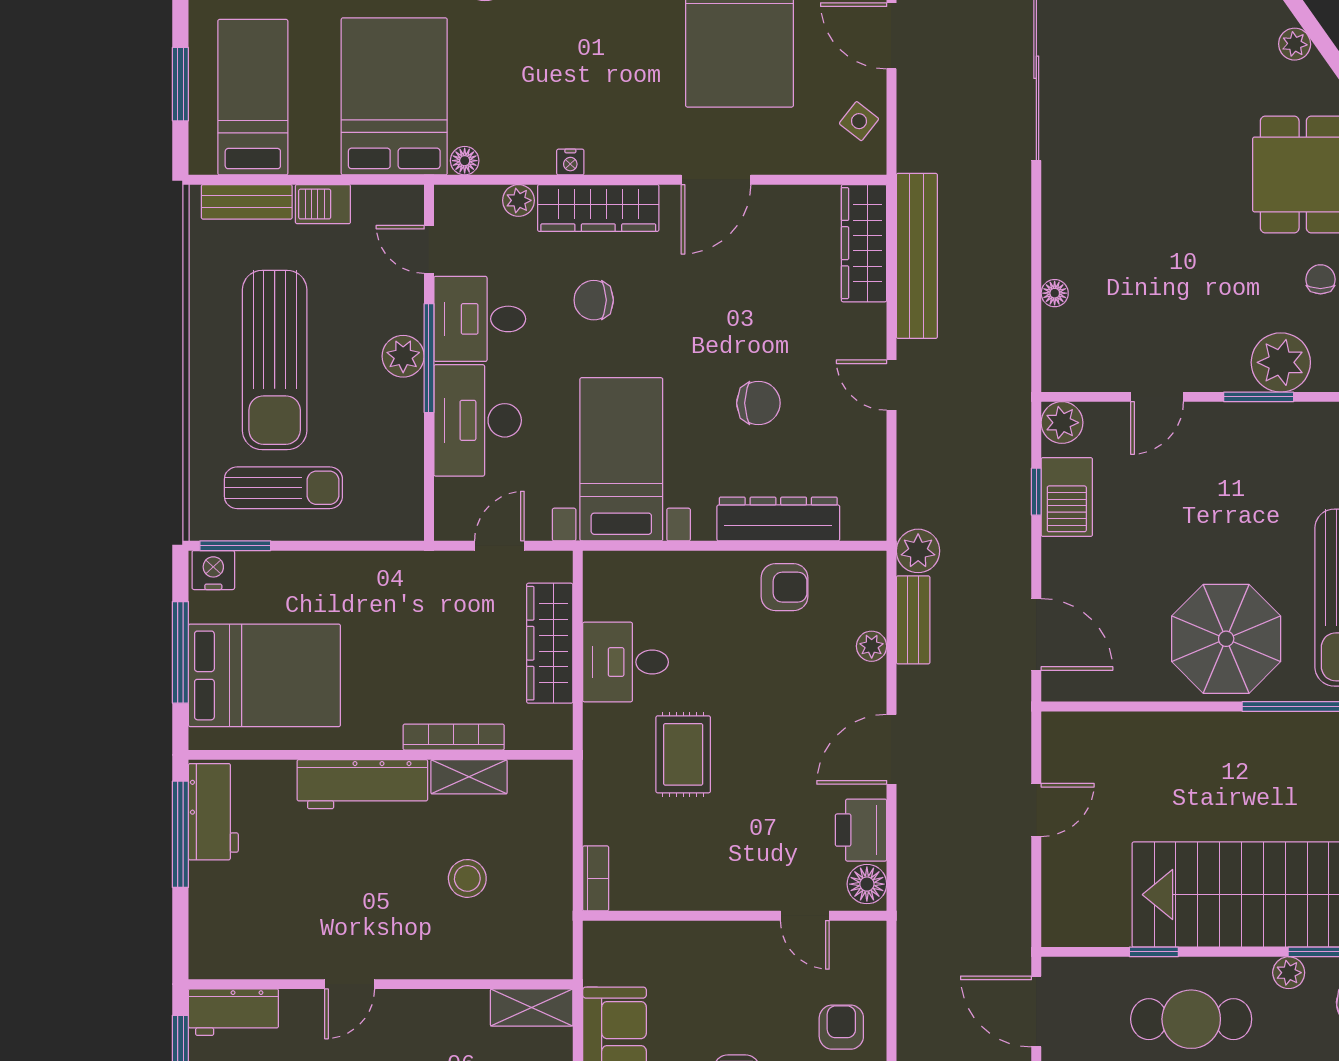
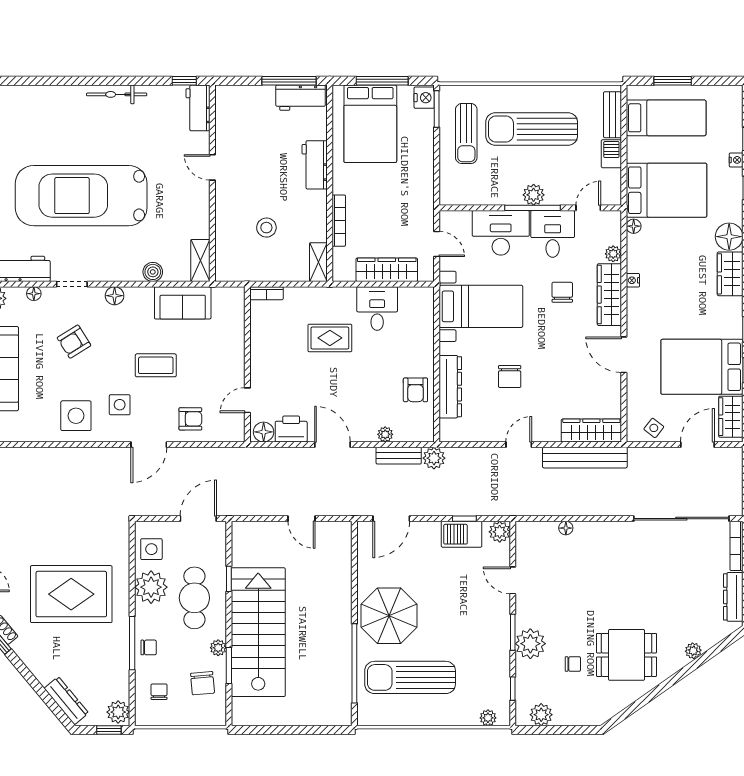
shelving: (469, 777) -> (318, 262), moved
workbench: (362, 784) -> (315, 165), width x0.73

